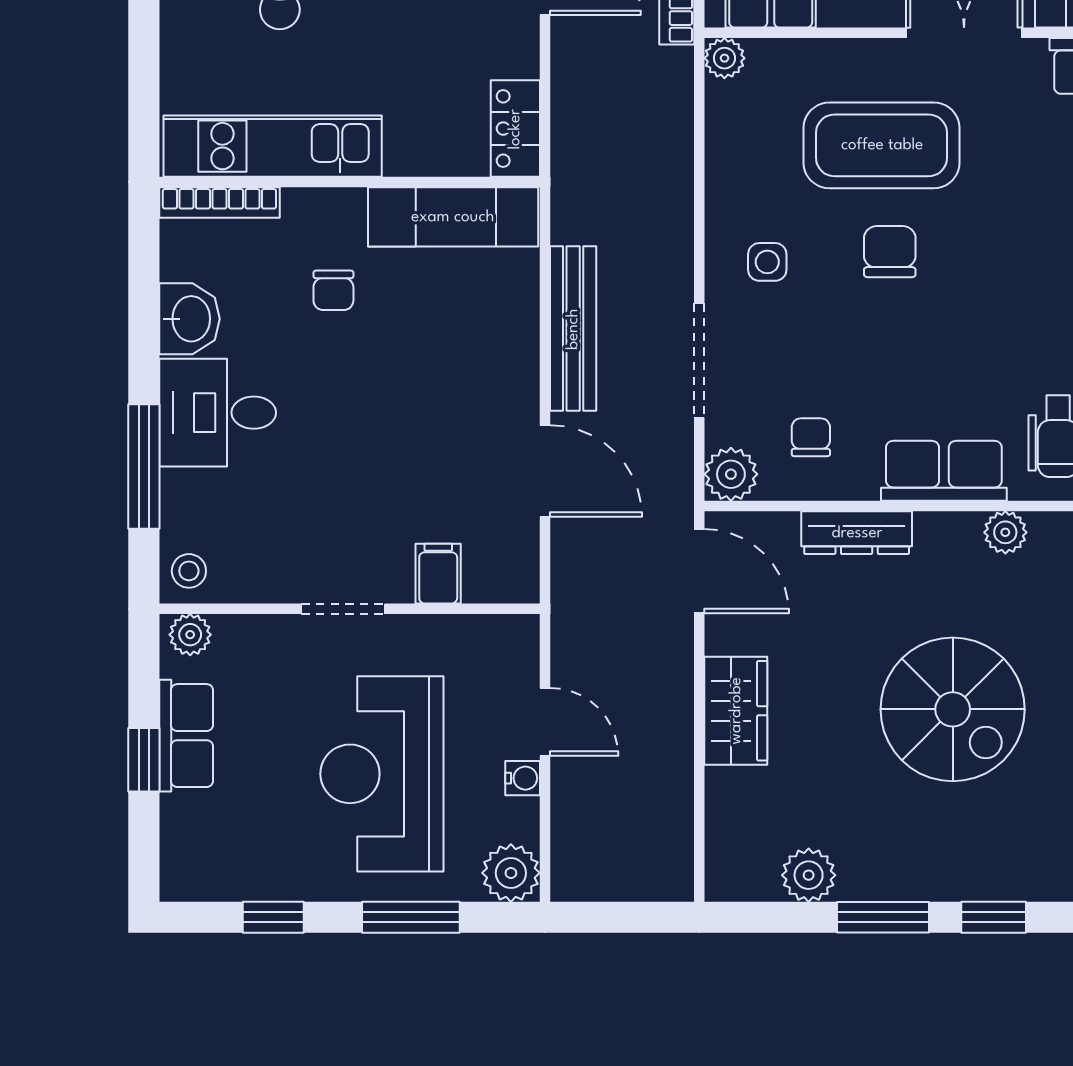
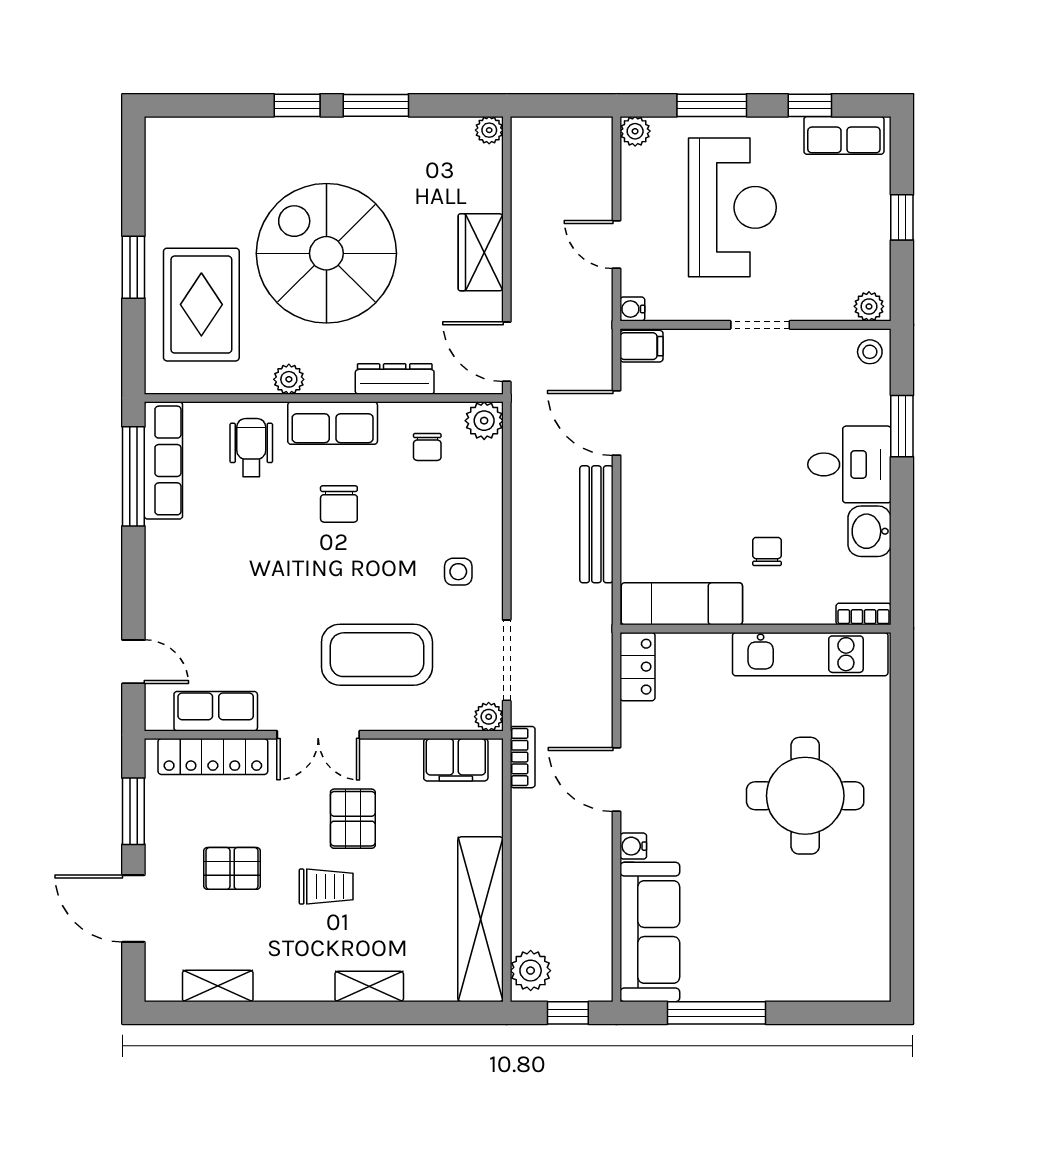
bookcase: (219, 203) -> (864, 614), width x0.64
chair: (890, 252) -> (339, 504), moved
doorway: (699, 361) -> (507, 660), moved
window: (144, 467) -> (902, 426), width x0.69
filing cabinet: (438, 574) -> (641, 346), moved, turned -90
spiral stairs: (953, 709) -> (326, 253), width x1.37, depth x1.37
row of seats: (186, 736) -> (844, 135), moved, turned -90
water cooler: (523, 778) -> (632, 309), moved
plant: (511, 873) -> (635, 131), width x0.73, depth x0.73
plant: (809, 875) -> (489, 130), moved, width x0.73, depth x0.73

